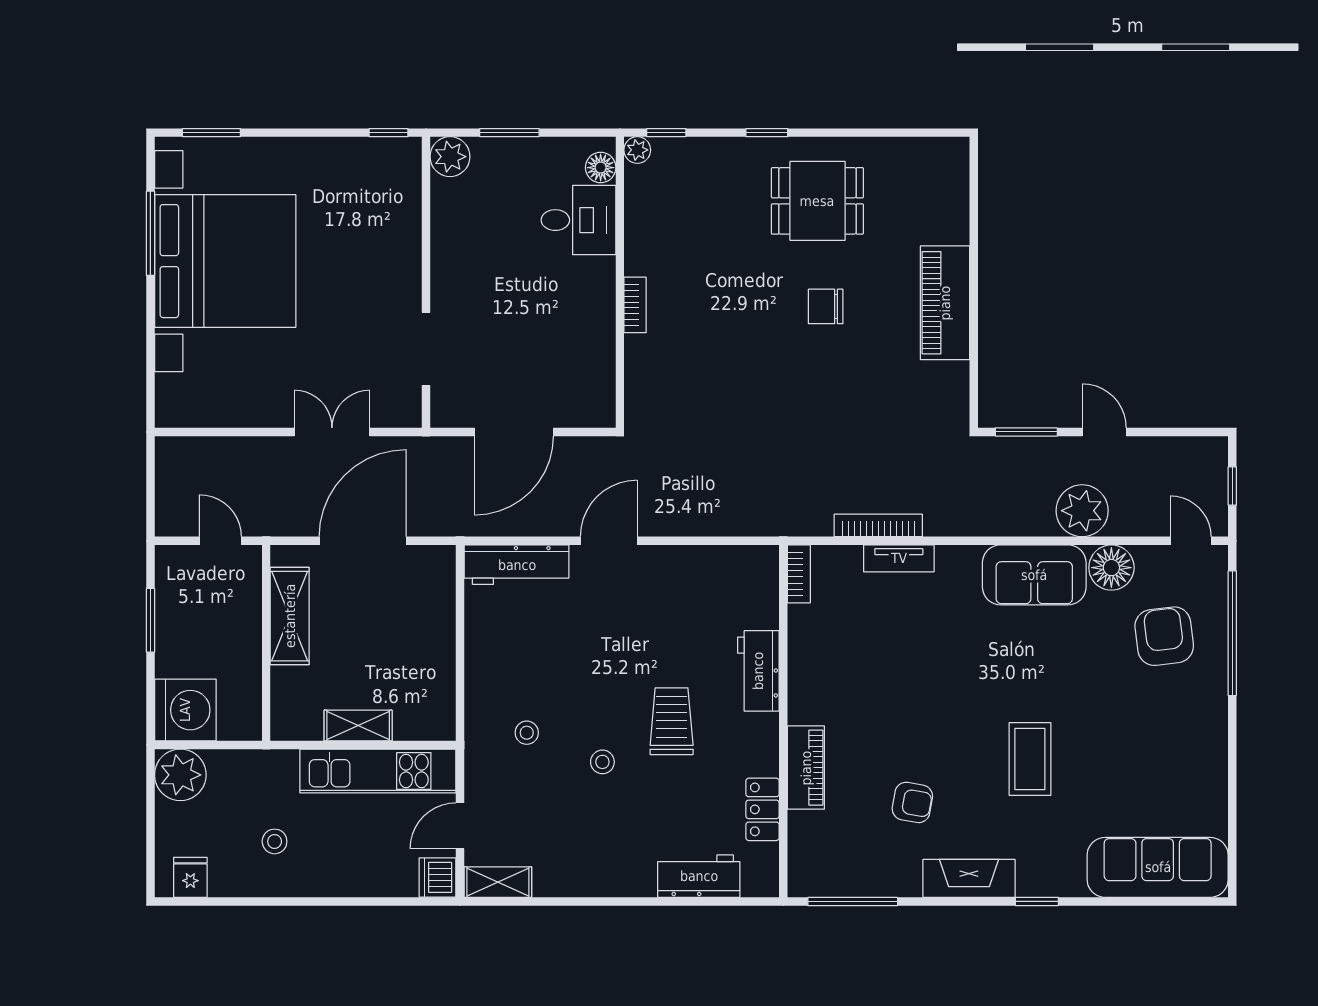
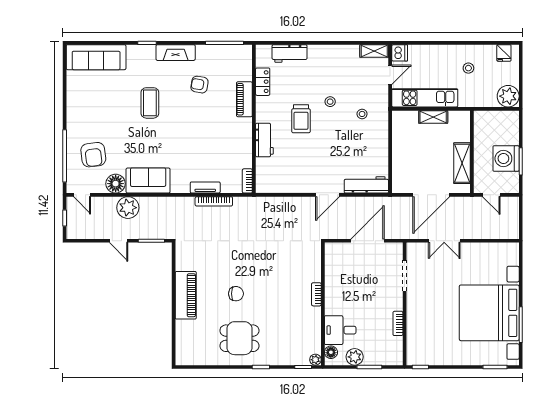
plant: (450, 157) -> (355, 357), moved
bookcase: (442, 236) -> (398, 323), added
washing machine: (185, 710) -> (506, 159), moved

